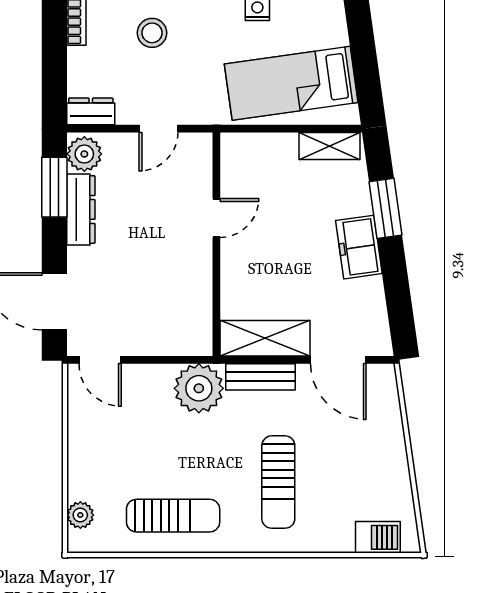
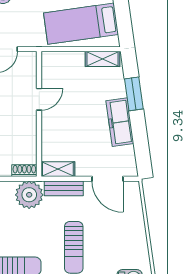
freezer: (359, 247) -> (120, 122), width x1.40
shelving: (265, 338) -> (58, 169), width x0.67, depth x0.75
shoe rack: (190, 345) -> (24, 171), added

